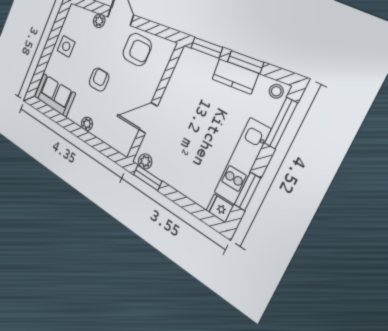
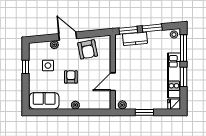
window: (54, 36) -> (25, 67), added
side table: (66, 46) -> (48, 66), moved
armchair: (137, 50) -> (88, 49), turned 79
kitchen counter: (235, 76) -> (135, 39), moved
window: (148, 178) -> (144, 112), moved
window: (247, 191) -> (183, 77), moved

